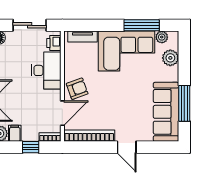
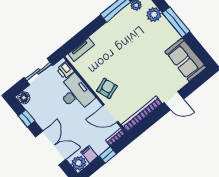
corner sofa: (126, 51) -> (120, 35), removed
window: (184, 103) -> (176, 22), moved
sofa: (166, 112) -> (186, 60), width x0.73
door: (62, 113) -> (111, 114), swing flipped

